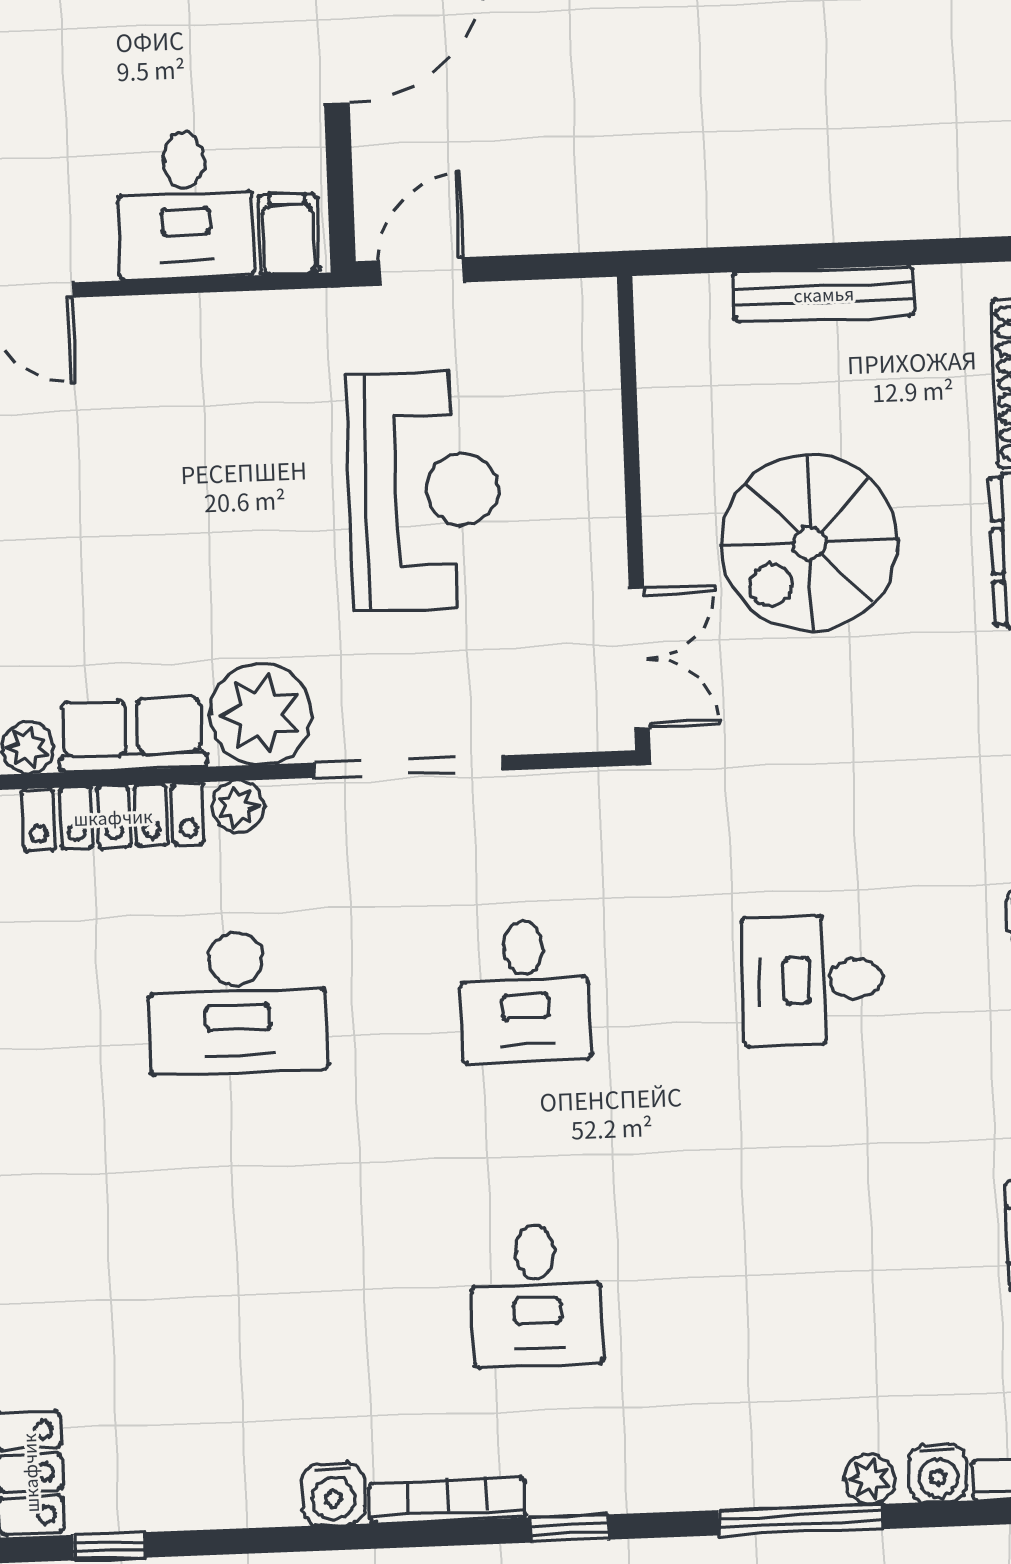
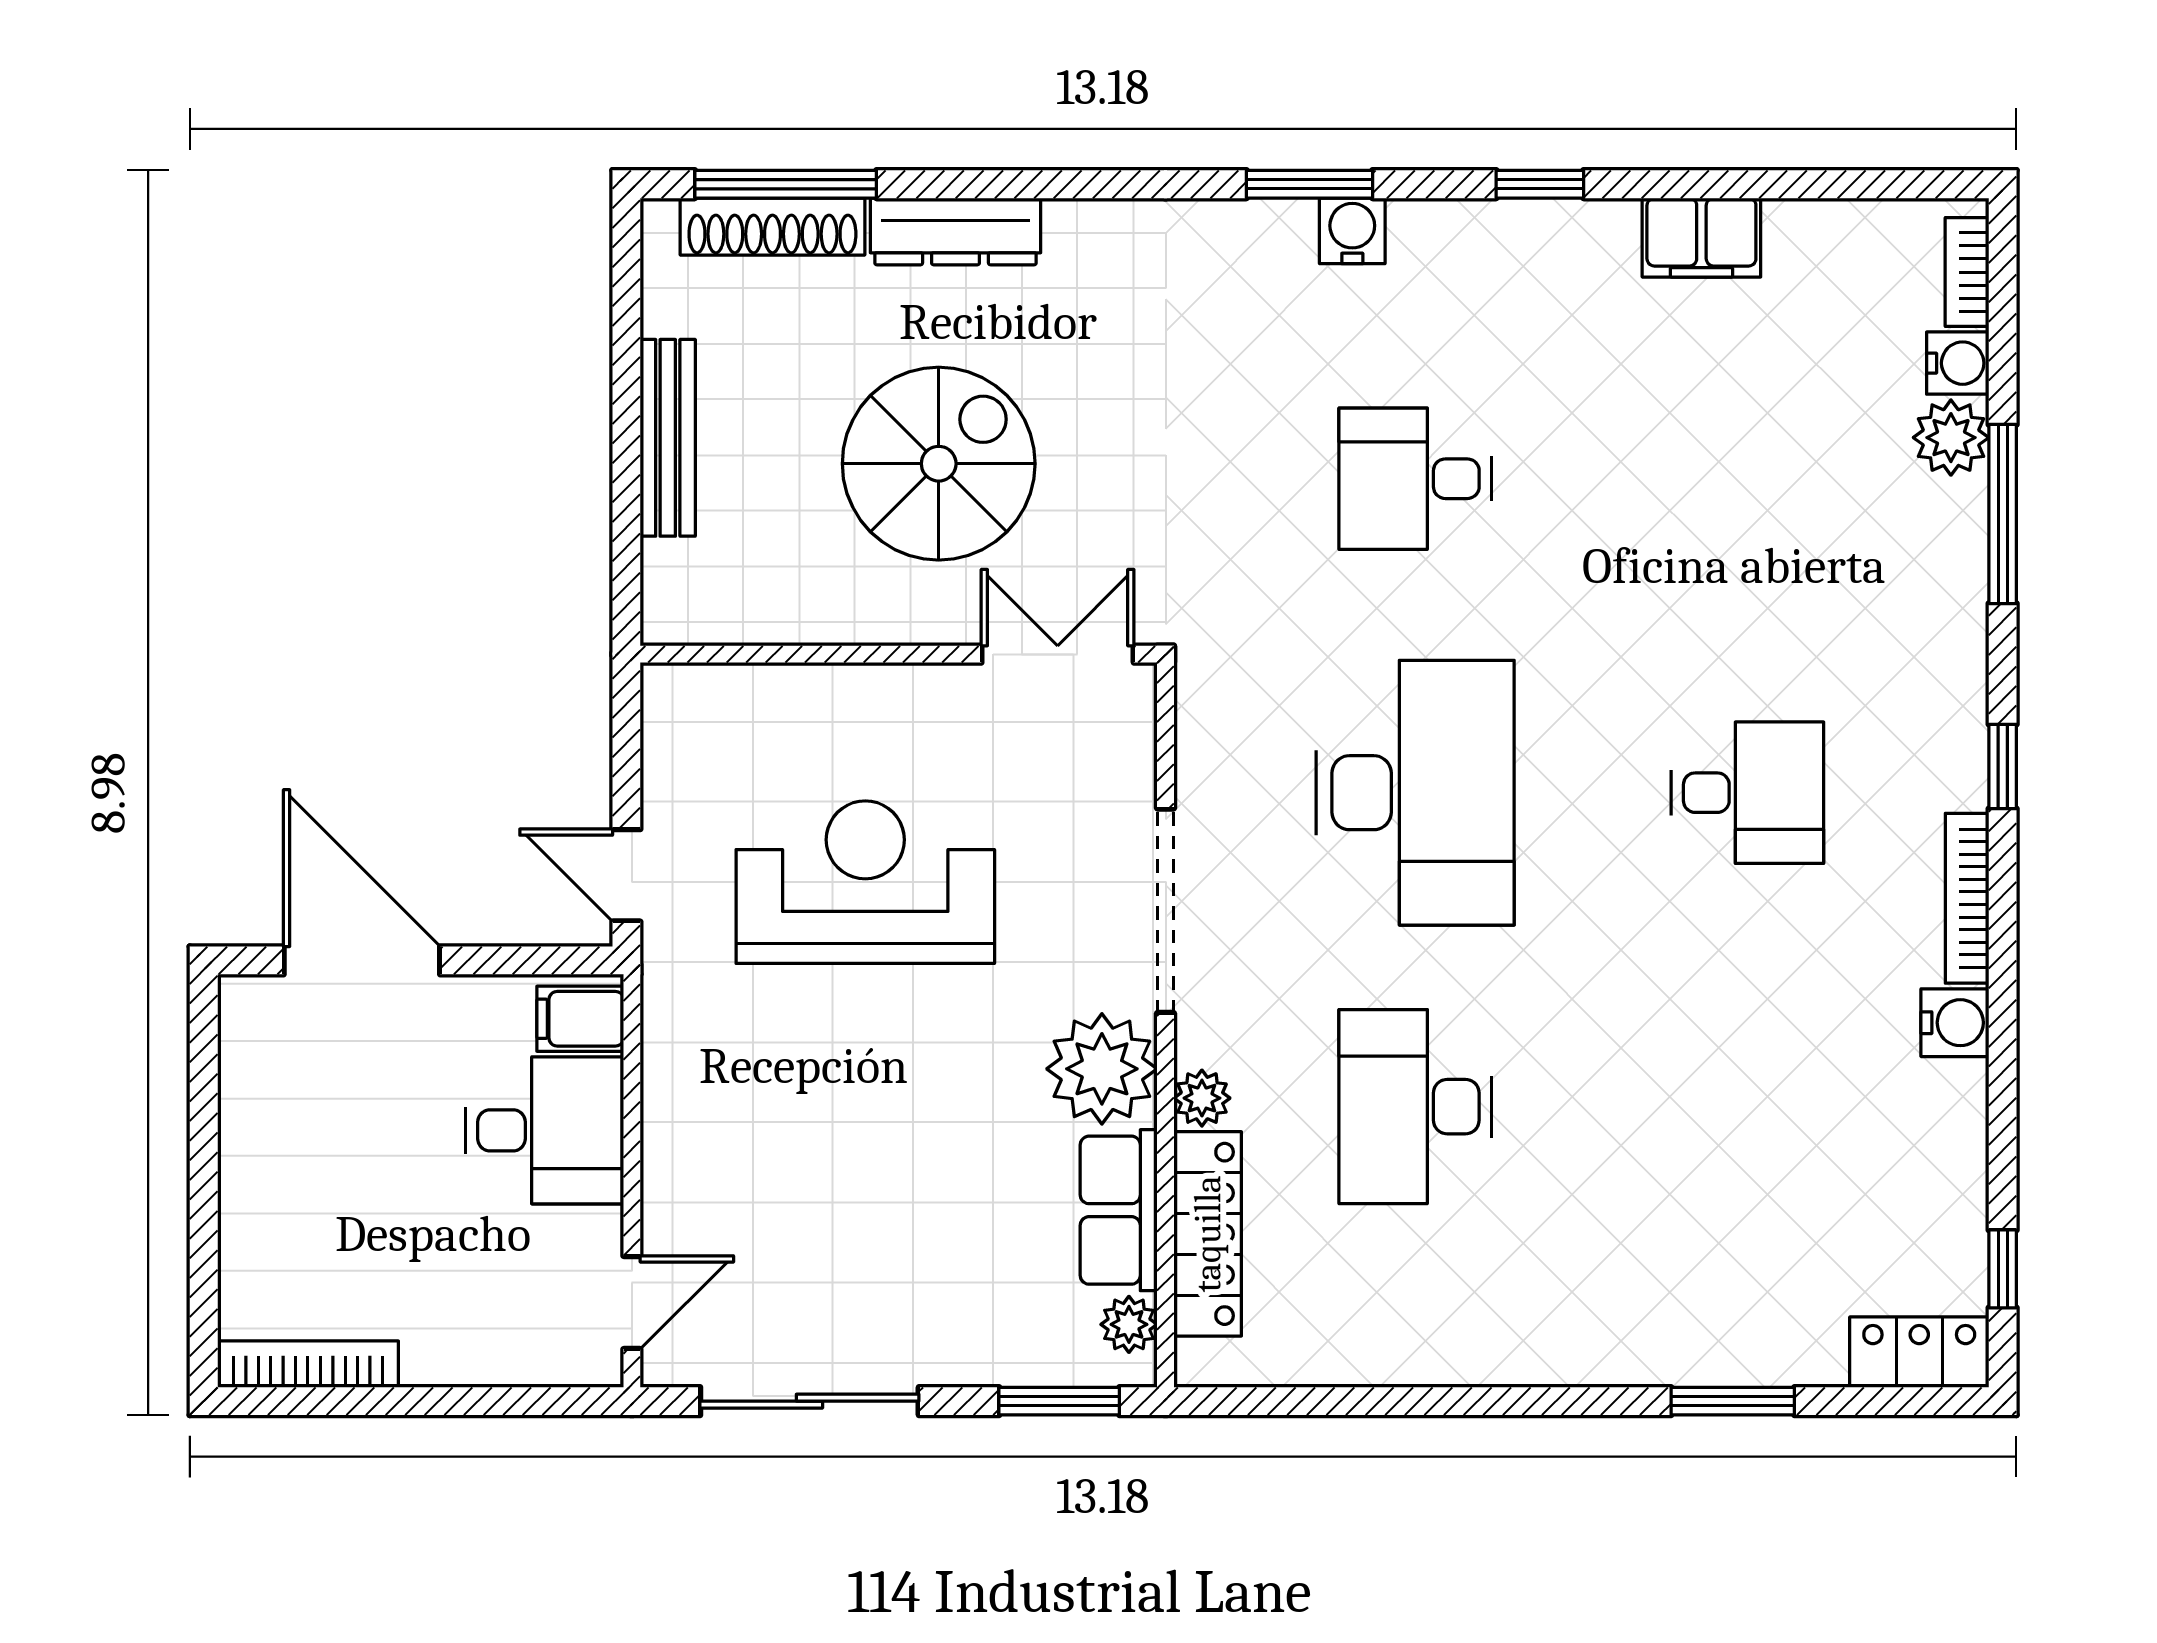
spiral stairs: (810, 543) -> (939, 464), turned -90
desk: (813, 980) -> (1415, 479), turned 90
desk: (525, 991) -> (1415, 793), width x1.87, depth x1.30
desk: (237, 1002) -> (1415, 1107), turned 180
plant: (869, 1479) -> (1951, 438), width x1.38, depth x1.38

